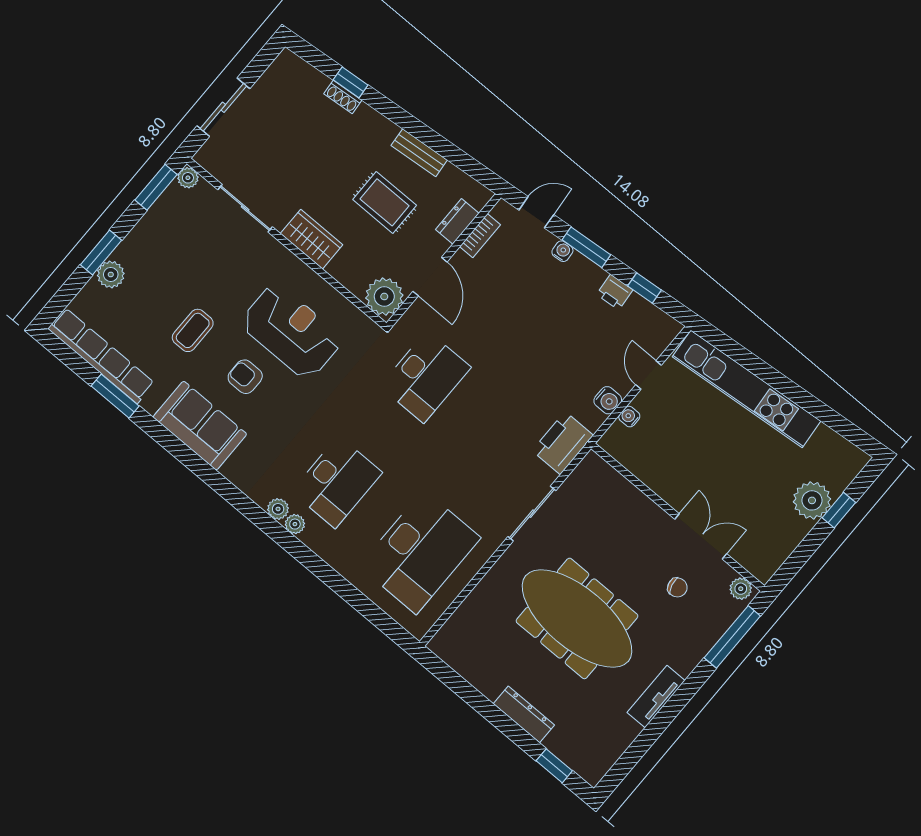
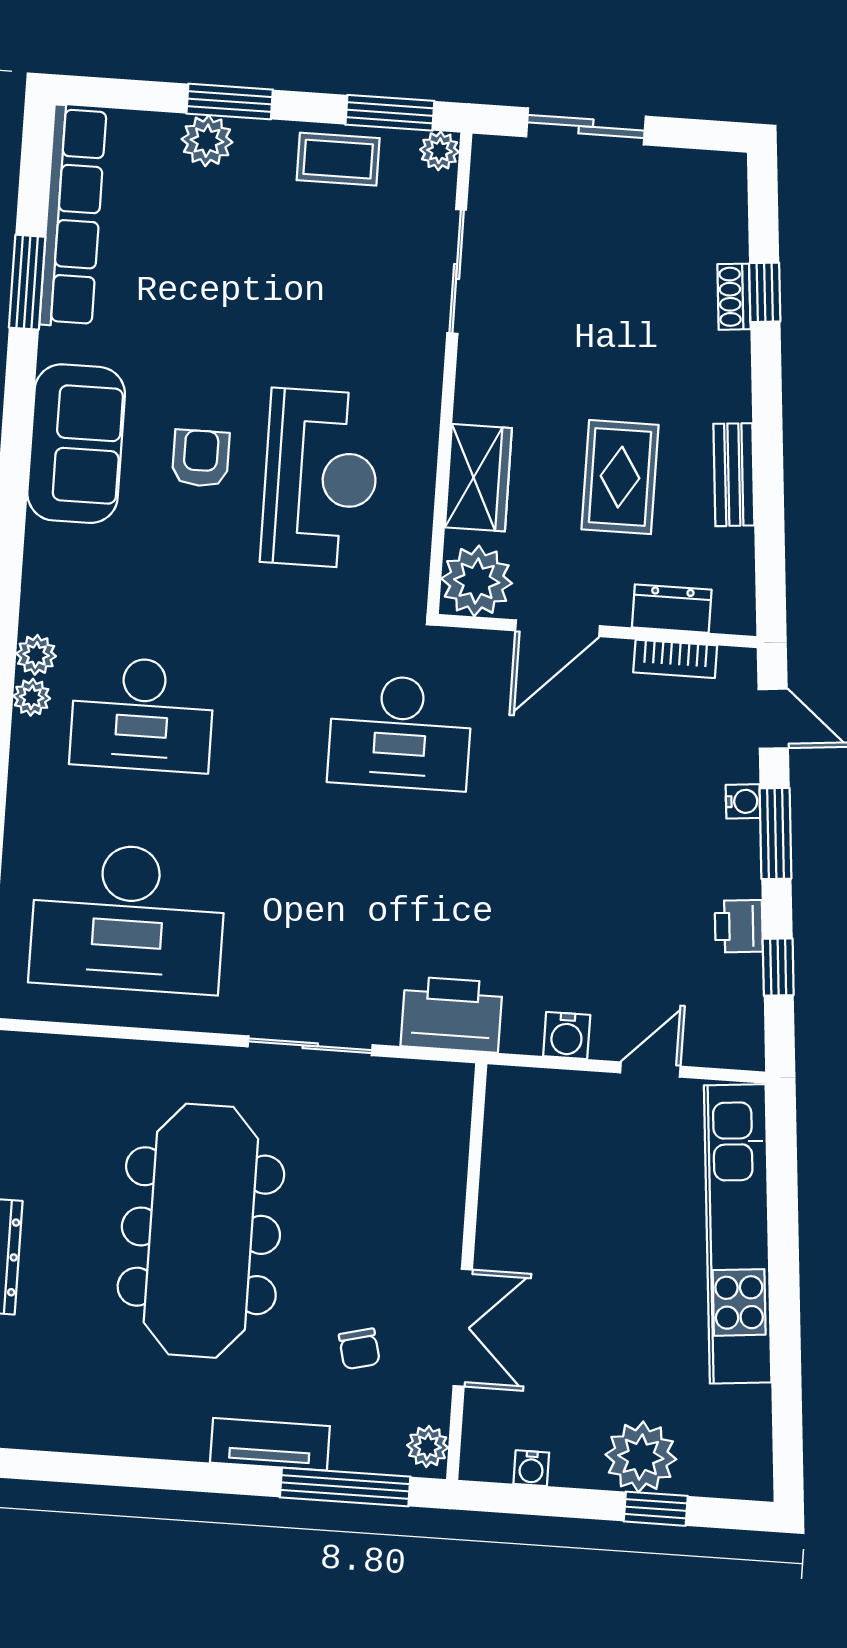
wardrobe: (312, 239) -> (478, 478), moved
coffee table: (193, 330) -> (338, 159), moved
water cooler: (629, 417) -> (531, 1468), moved, turned 180
tv unit: (656, 697) -> (270, 1444), moved

